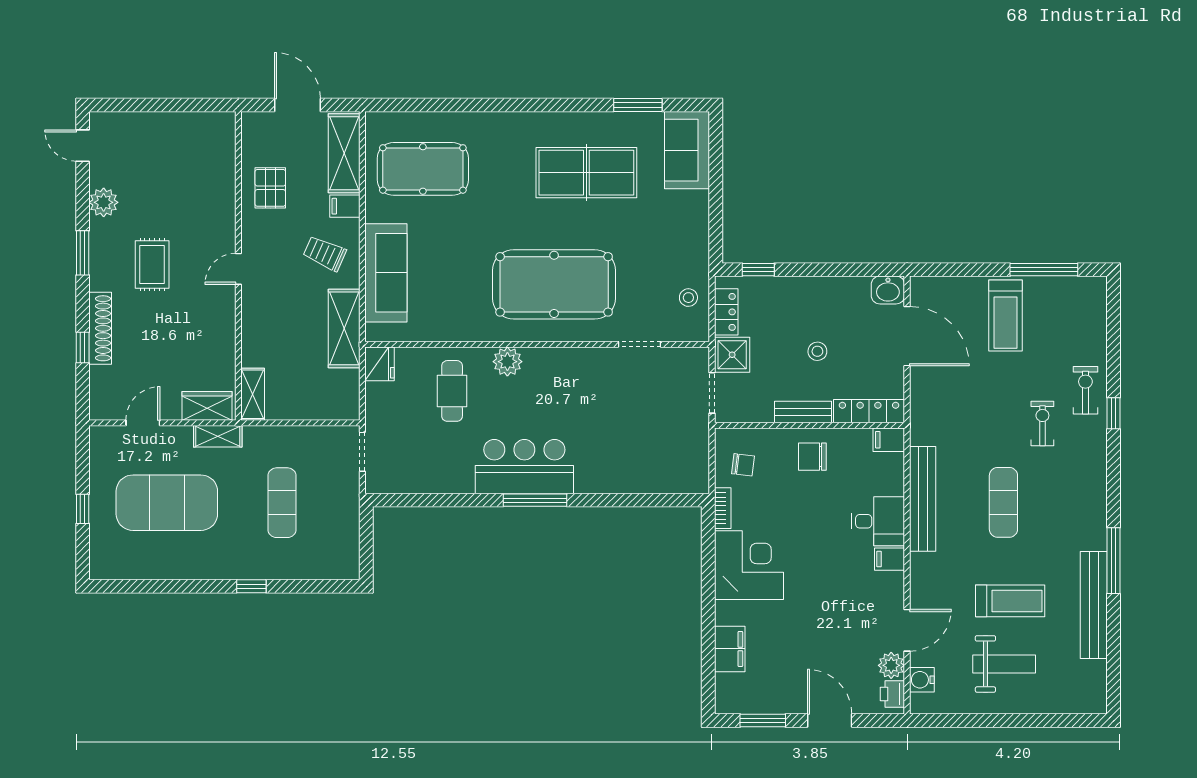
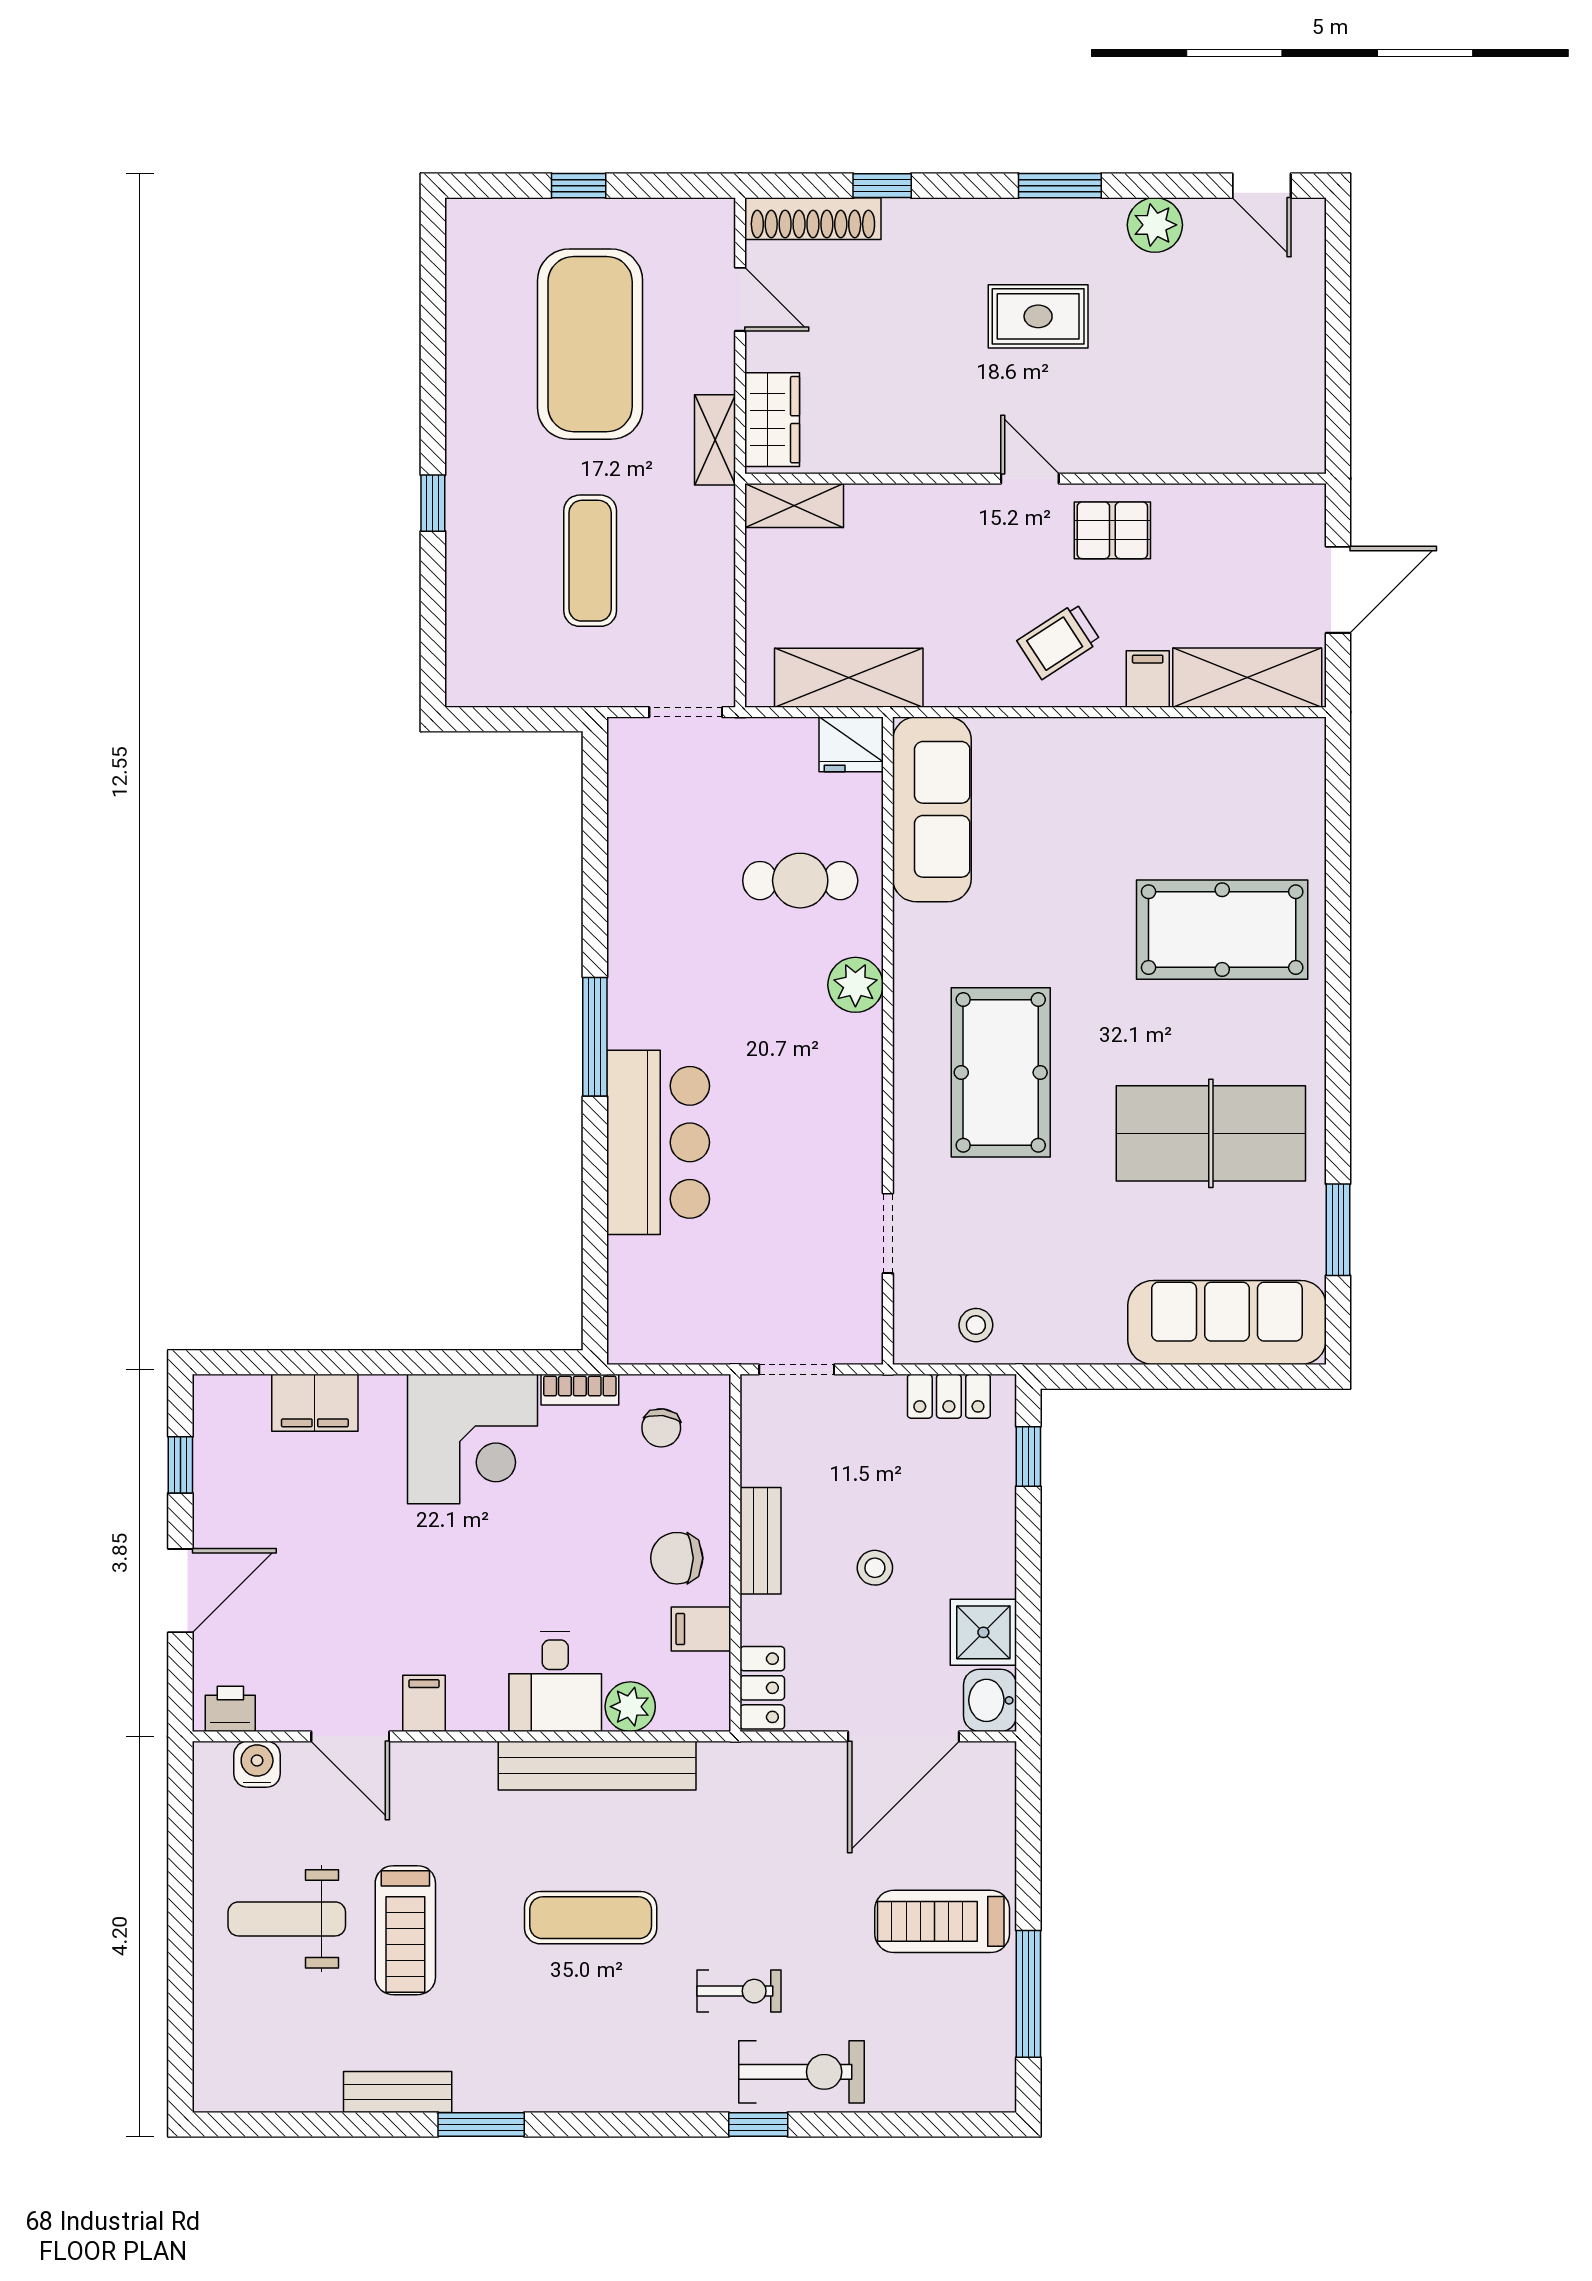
door: (83, 146) -> (1262, 186), swing flipped
sofa: (687, 150) -> (1227, 1323), width x1.36
pool table: (423, 169) -> (1222, 930), moved, turned 90
table tennis table: (586, 173) -> (1211, 1133), turned 90
pallet: (270, 188) -> (1112, 530), moved
trolley: (325, 253) -> (1059, 641), turned -147
sofa: (386, 273) -> (932, 809), moved, turned -90
pool table: (554, 284) -> (1001, 1072), width x0.73, depth x0.76
shoe rack: (100, 328) -> (813, 219), moved
shelving: (344, 328) -> (849, 678), moved
shower: (732, 355) -> (983, 1632), moved
exercise bike: (1085, 390) -> (802, 2072), width x1.38, depth x1.39
locker: (869, 411) -> (762, 1688), width x0.66
filing cabinet: (889, 440) -> (701, 1629), moved, turned -90
chair: (812, 457) -> (677, 1558), turned -90
bar counter: (524, 467) -> (658, 1142), moved
exercise mat: (282, 503) -> (590, 561), turned 90
filing cabinet: (890, 559) -> (424, 1703), moved
window: (1113, 561) -> (481, 2125), width x0.69
bench: (1094, 605) -> (398, 2092), width x0.54, depth x0.82
weight bench: (1004, 664) -> (287, 1919), turned 90
plant: (891, 665) -> (630, 1707), moved
window: (763, 720) -> (180, 1465), width x0.67

